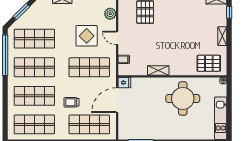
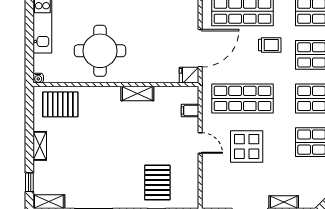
plant: (110, 14) -> (211, 180), removed

